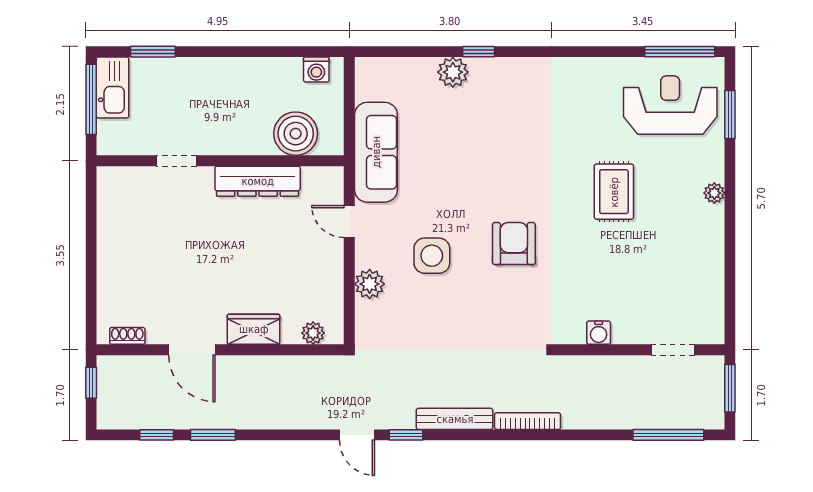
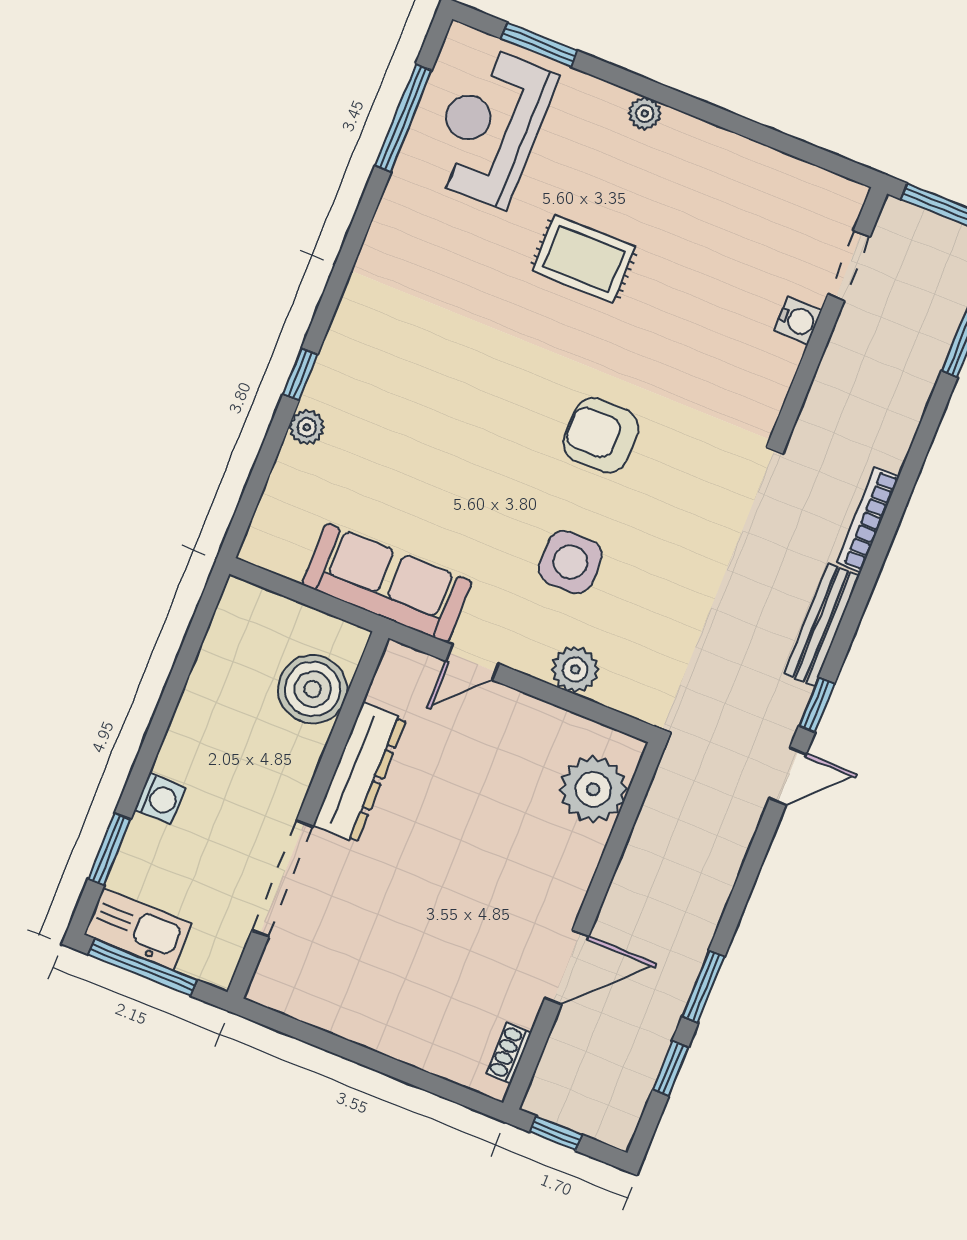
window: (680, 52) -> (403, 118), moved
washing machine: (316, 70) -> (160, 799), moved
plant: (453, 72) -> (307, 427), width x0.73, depth x0.73
doorway: (177, 161) -> (282, 879), width x1.88
wardrobe: (254, 329) -> (573, 865), removed
plant: (313, 333) -> (593, 789), width x1.87, depth x1.87
water cooler: (599, 333) -> (798, 320), moved

